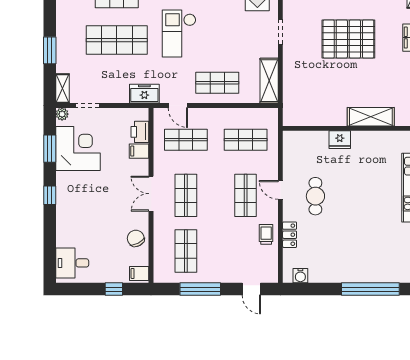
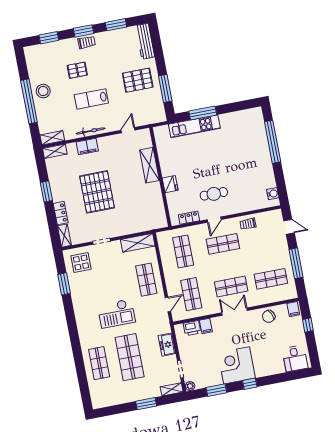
freezer: (144, 94) -> (167, 345), moved
corner desk: (78, 148) -> (237, 365), moved
double door: (151, 194) -> (235, 312), swing flipped
locker: (290, 235) -> (189, 218), moved
door: (251, 289) -> (289, 227), hinge flipped

